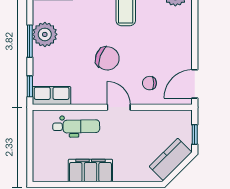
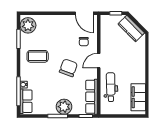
plant: (45, 34) -> (64, 107), moved
row of seats: (52, 96) -> (91, 97), width x1.48
filing cabinet: (90, 171) -> (138, 97), moved

